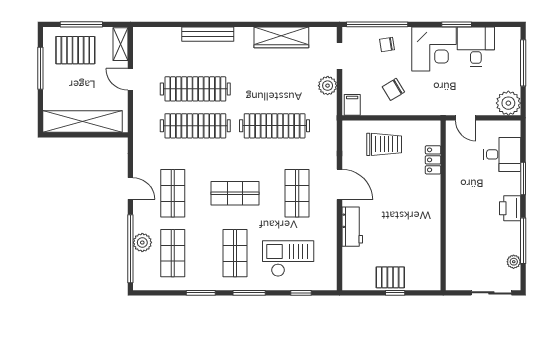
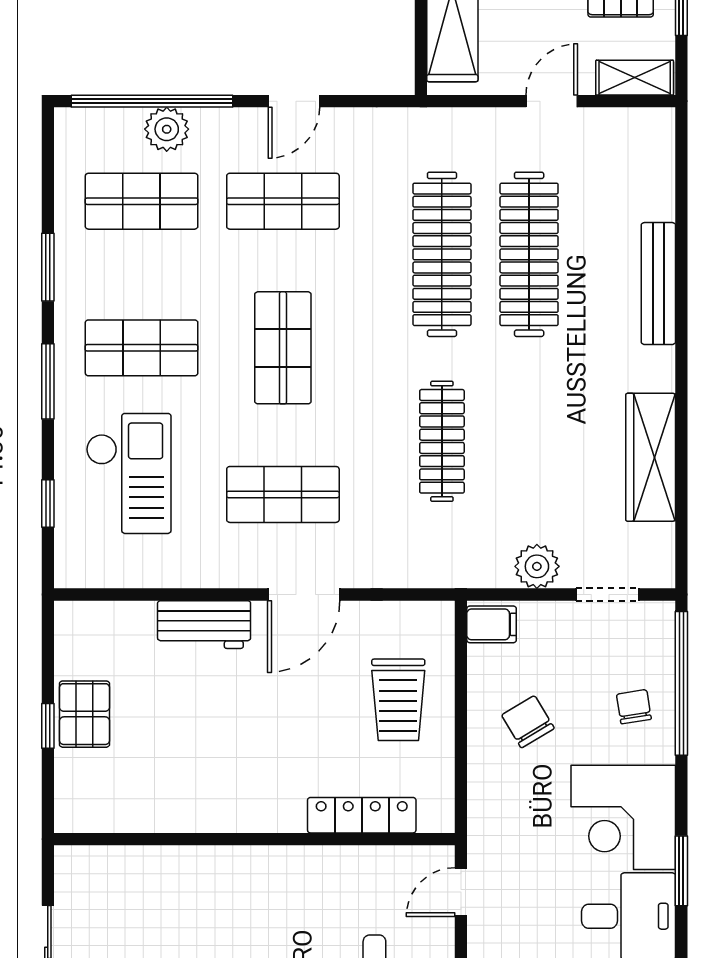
clothes rail: (275, 126) -> (442, 441), width x0.73, depth x0.76
locker: (433, 160) -> (362, 815), width x1.53

